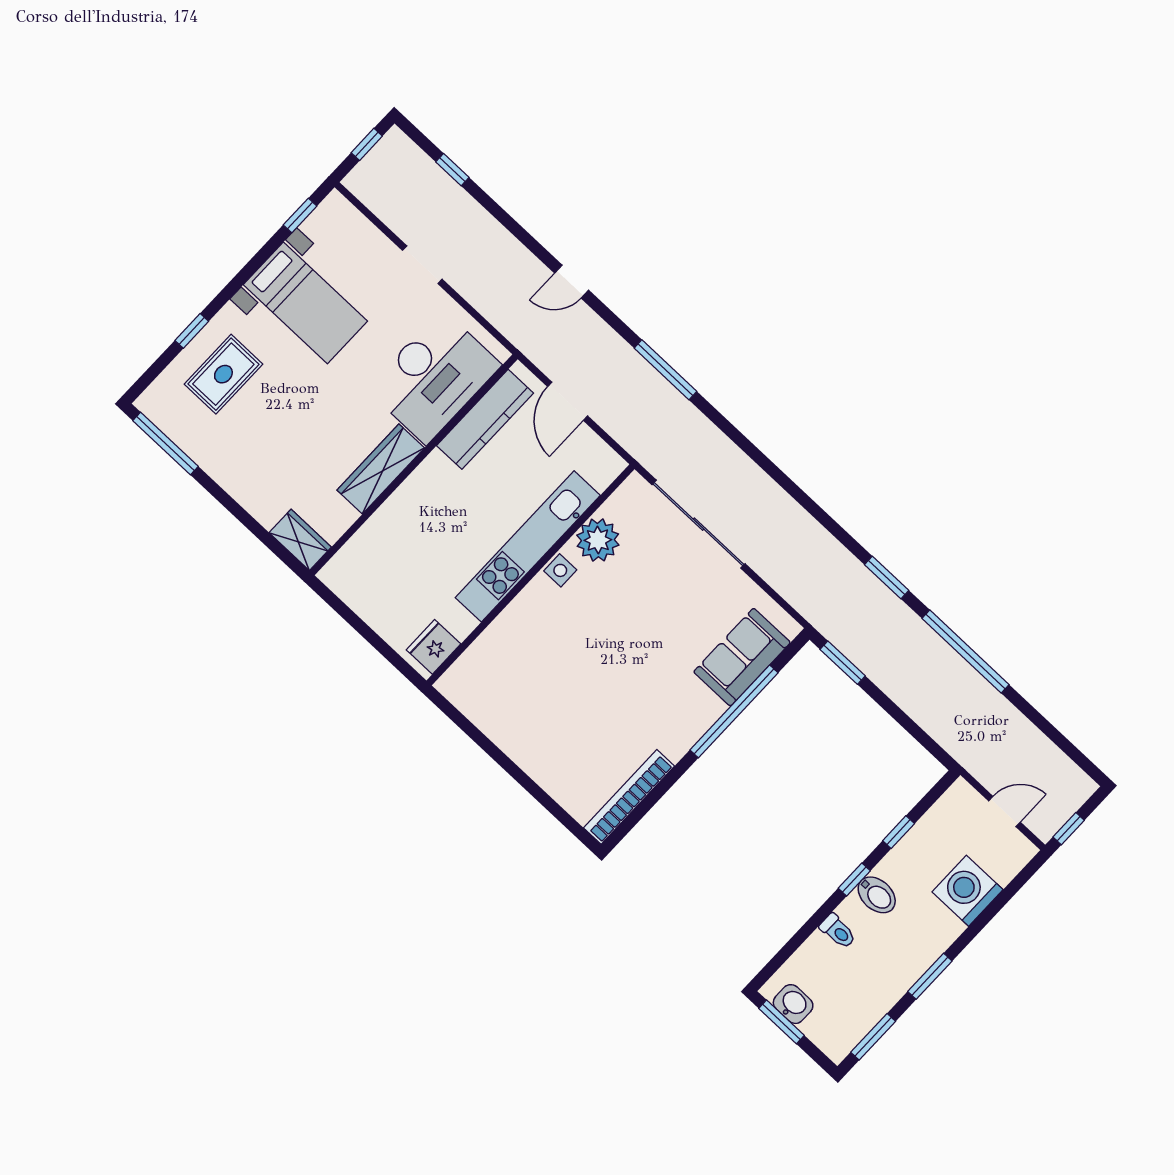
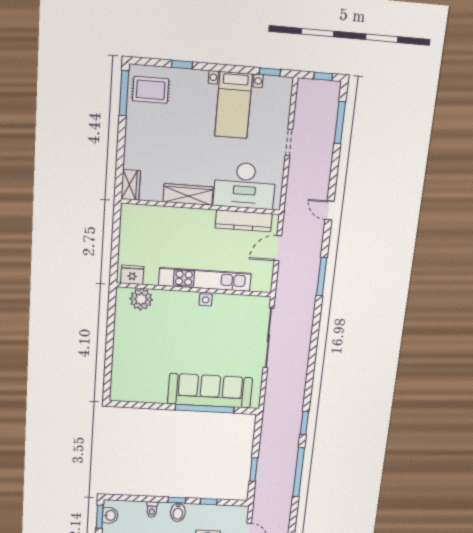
window: (452, 170) -> (340, 123), width x2.17
rug: (223, 374) -> (151, 90), moved
plant: (598, 540) -> (141, 299), moved
sofa: (742, 657) -> (210, 391), width x1.85, depth x1.27
window: (843, 663) -> (254, 470), moved
bookcase: (629, 797) -> (137, 396), removed

